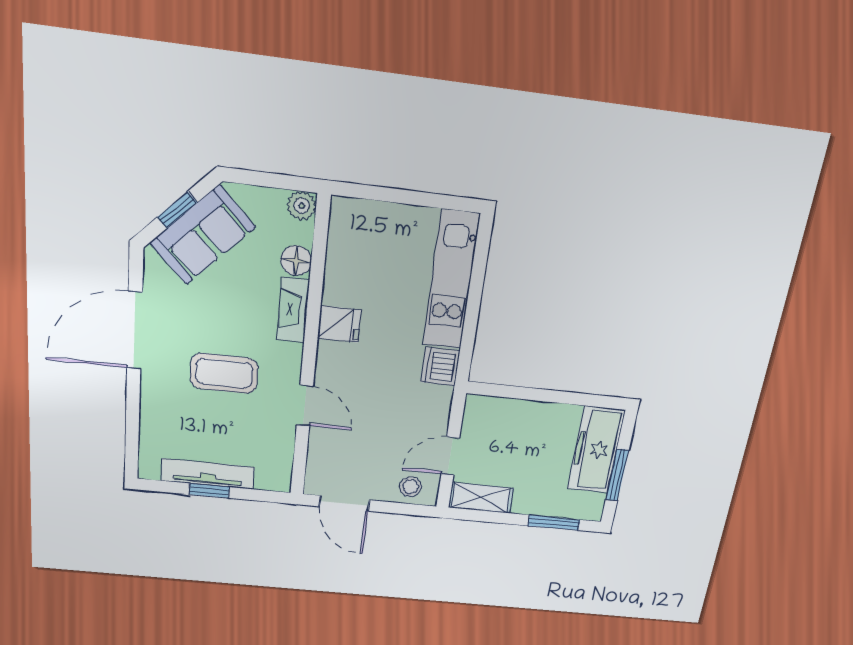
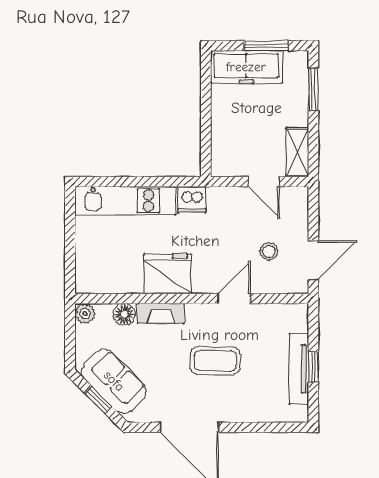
fridge: (339, 324) -> (168, 274), width x1.88, depth x1.34
coffee table: (224, 373) -> (215, 361), turned 90
stool: (411, 487) -> (269, 252), moved

